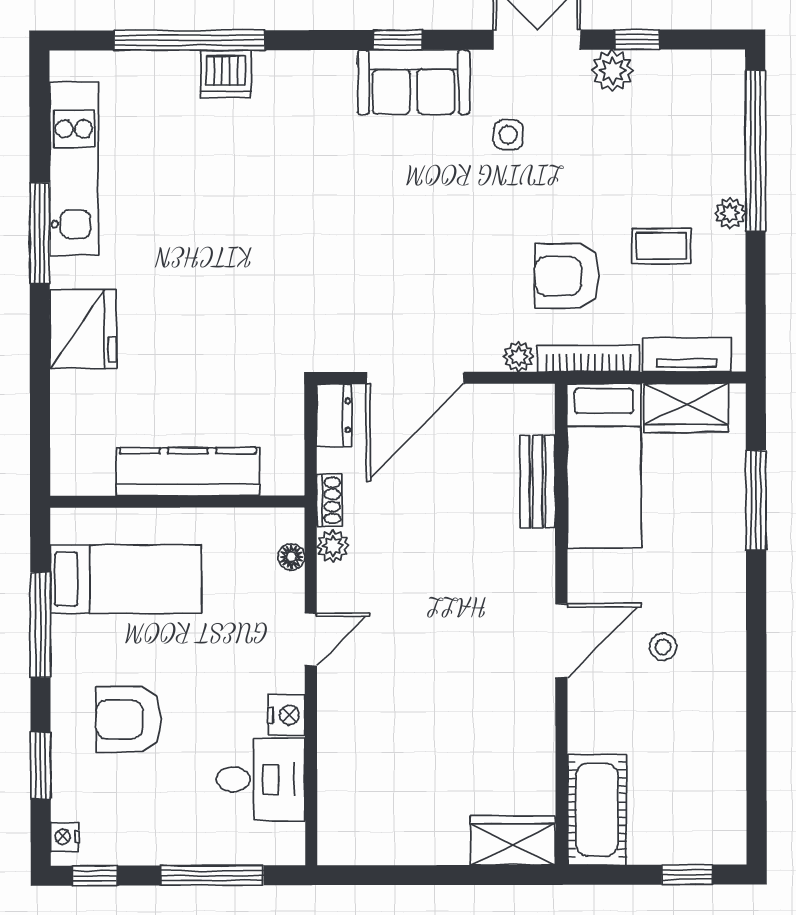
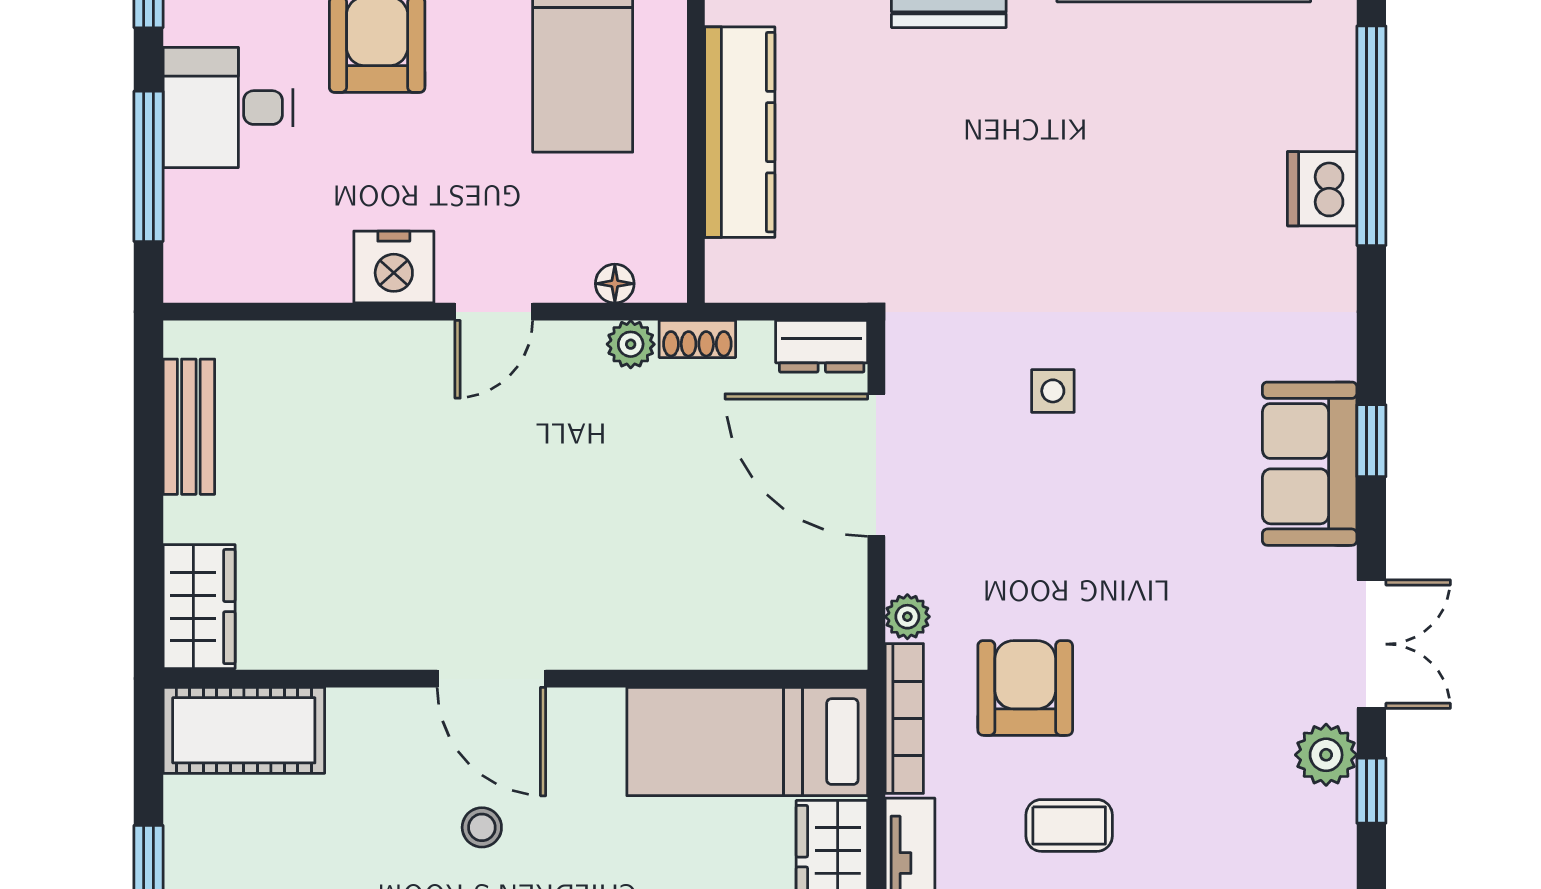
side table: (508, 135) -> (1053, 391), moved
coffee table: (661, 246) -> (1069, 825), turned 90
bench: (537, 482) -> (189, 427), moved, turned 90
door: (311, 639) -> (494, 312), hinge flipped
nightstand: (286, 715) -> (394, 267), width x1.36, depth x1.33
desk: (261, 779) -> (228, 108), moved, turned 90

